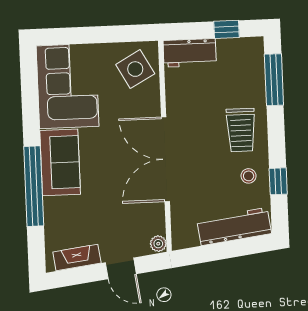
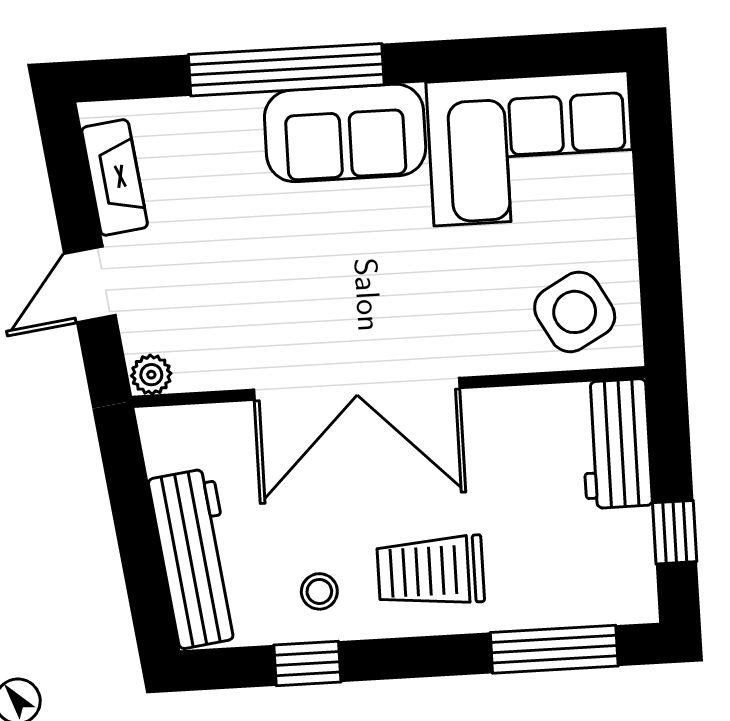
double door: (165, 159) -> (357, 389), swing flipped

